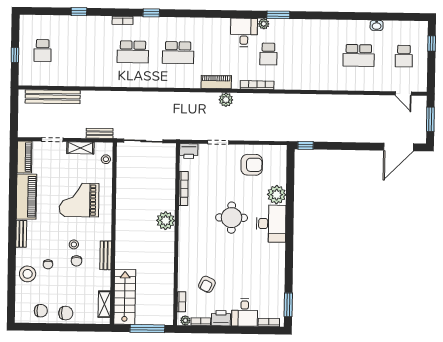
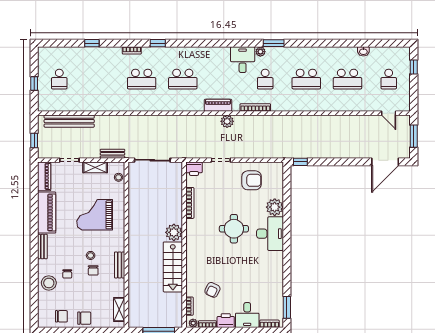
school desk: (314, 55) -> (306, 79), added
window: (14, 117) -> (34, 140), added
stairs: (125, 297) -> (173, 267), moved, turned 180

